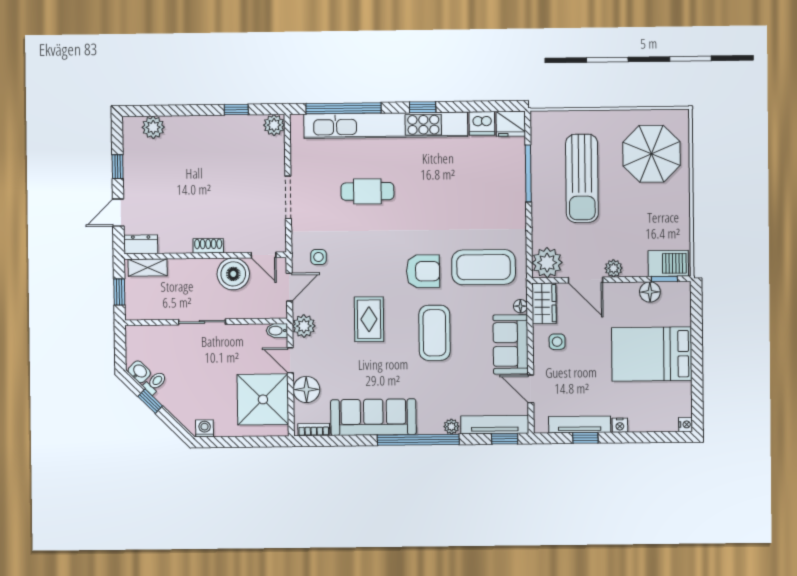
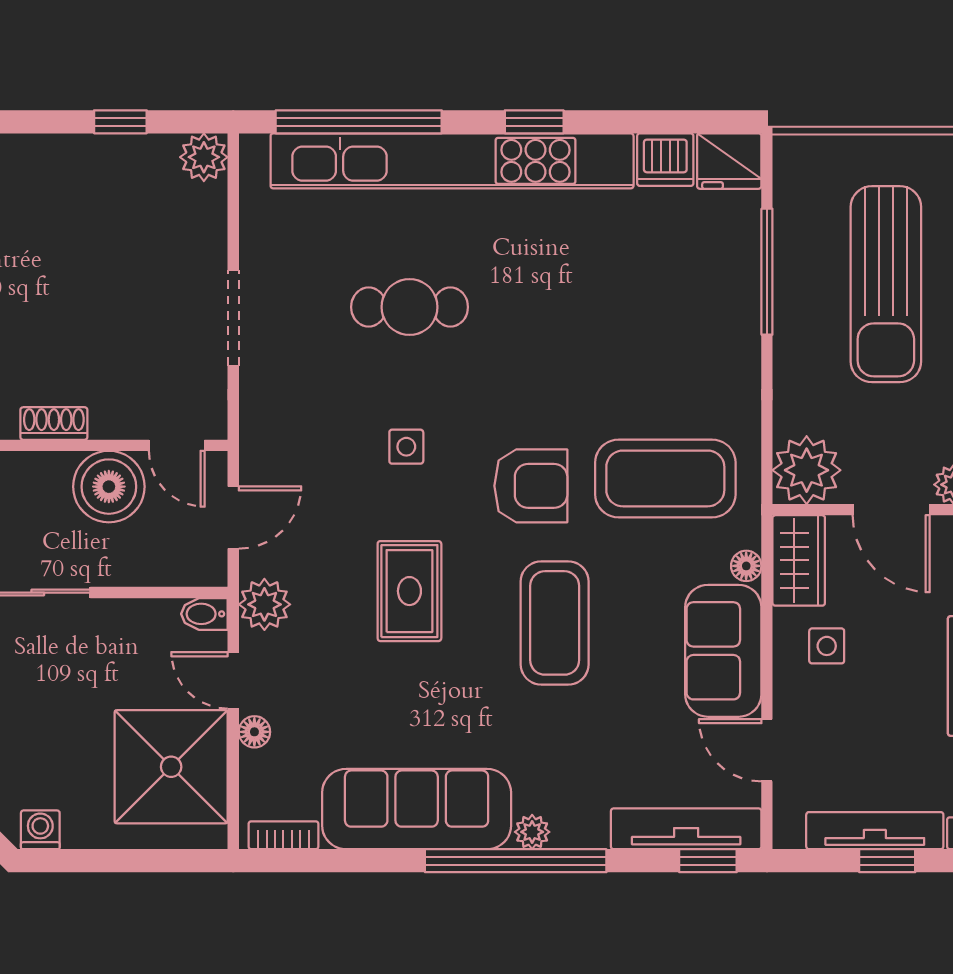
side table: (318, 257) -> (406, 447), moved
floor lamp: (306, 389) -> (254, 732), width x0.53, depth x0.53
plant: (451, 427) -> (532, 832), moved

